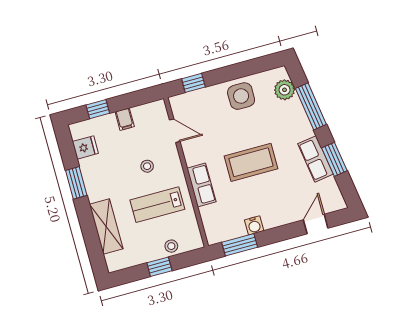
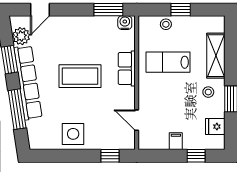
plant: (285, 90) -> (21, 36), moved
row of seats: (315, 159) -> (28, 83), width x2.02
stool: (147, 166) -> (208, 92), moved
lab bench: (157, 205) -> (168, 62), turned 180
water cooler: (254, 225) -> (125, 23), moved

